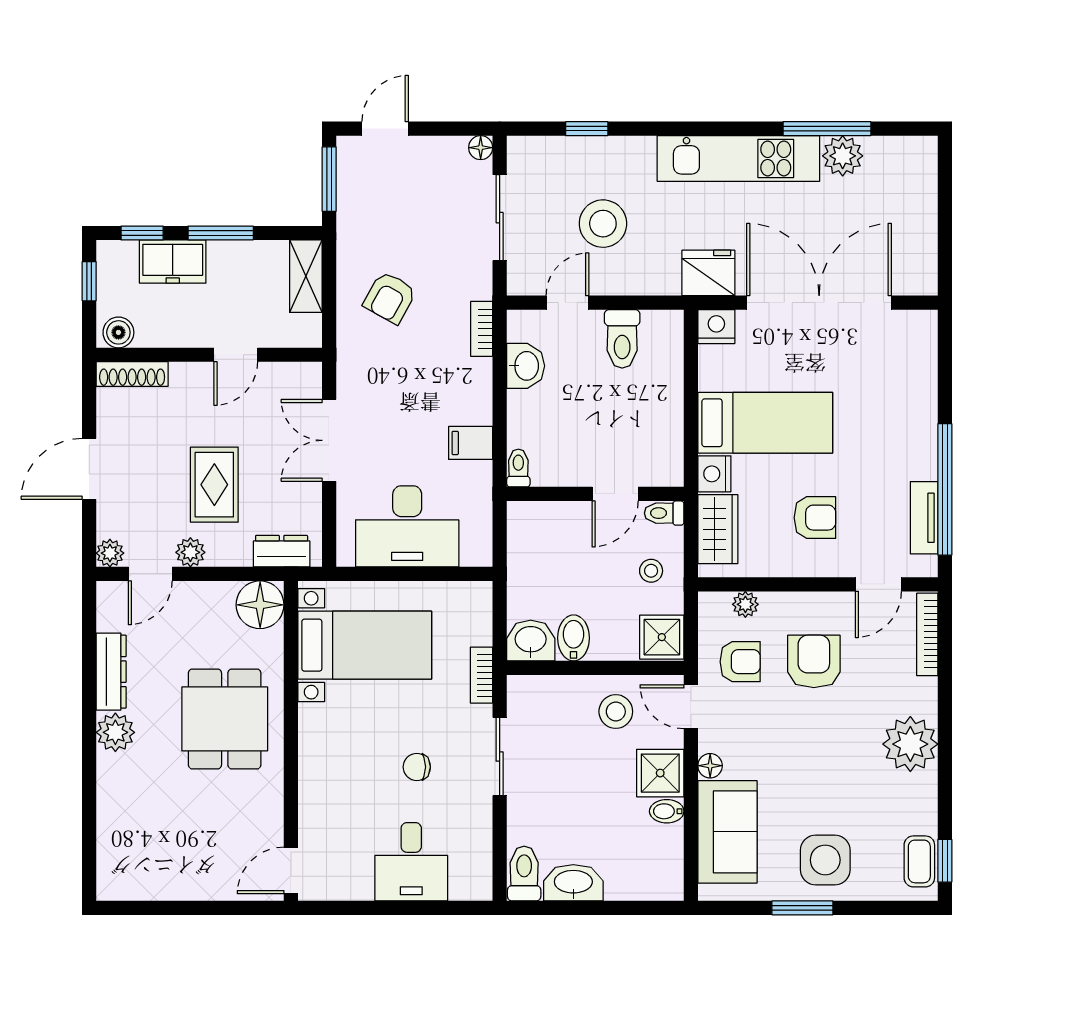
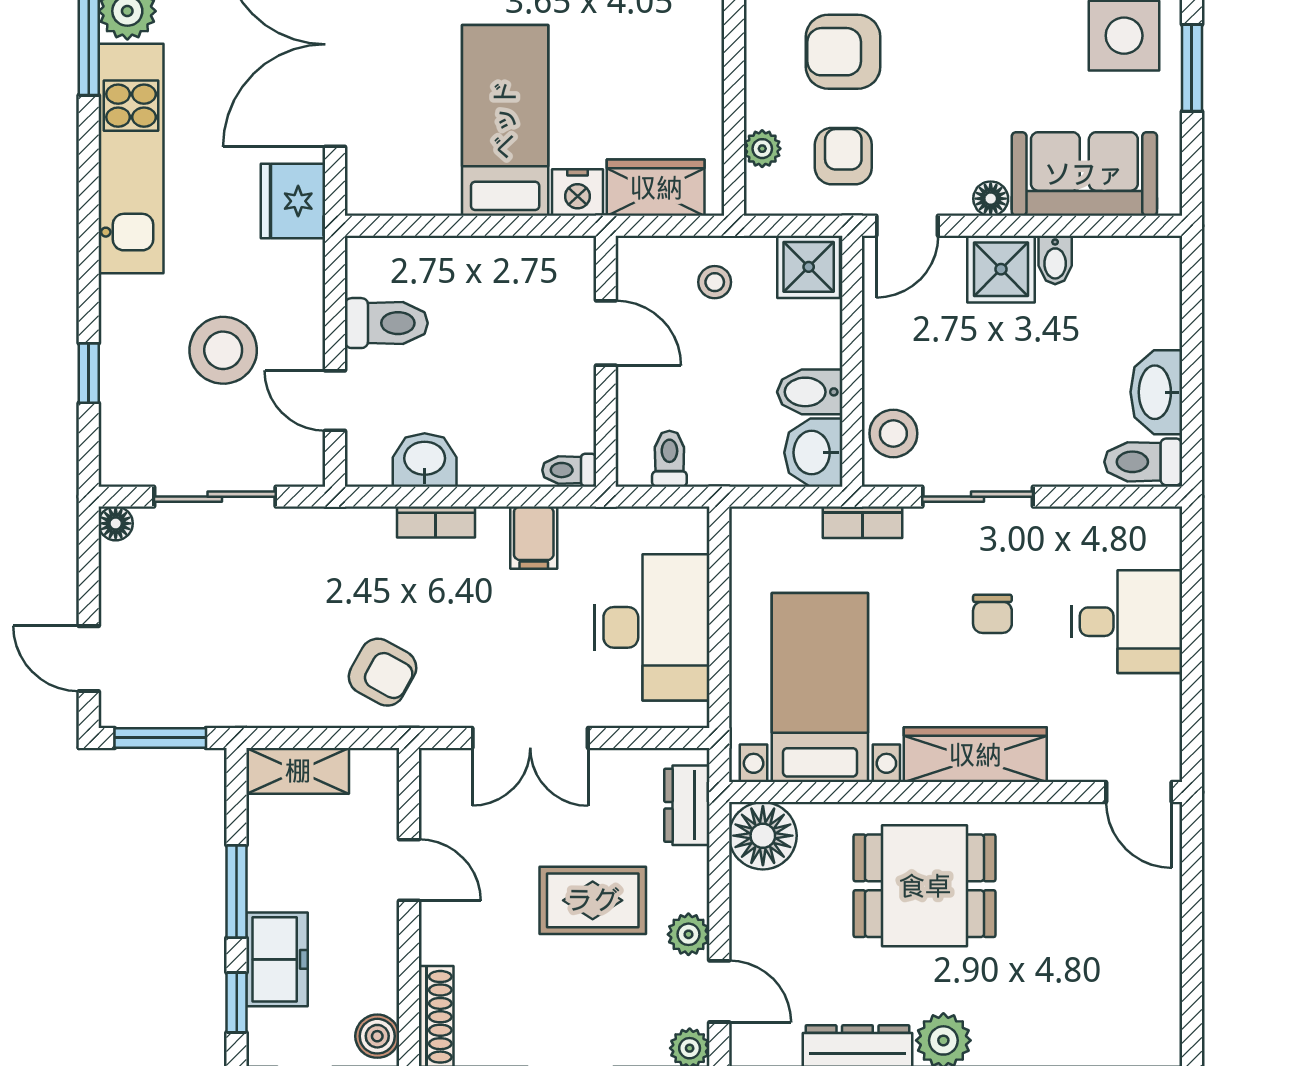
armchair: (390, 298) -> (383, 672), moved
nightstand: (716, 327) -> (369, 190), removed
bookcase: (482, 329) -> (436, 522), moved
toilet: (664, 513) -> (669, 459), moved, turned 180
armchair: (815, 518) -> (639, 50), removed
stool: (616, 712) -> (893, 433), moved
wardrobe: (317, 755) -> (975, 755), added

